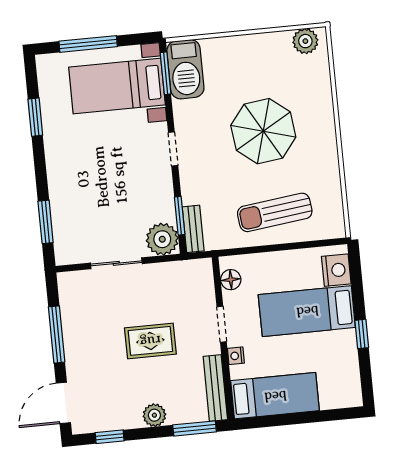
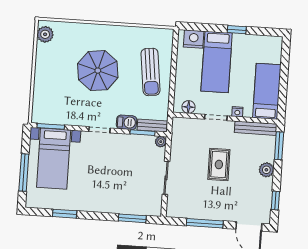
barbecue: (185, 69) -> (127, 122), moved, width x0.53, depth x0.65
plant: (162, 239) -> (161, 142), width x0.53, depth x0.53

